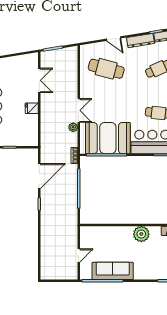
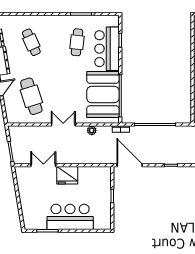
cafe table: (106, 69) -> (31, 96), turned -33
fridge: (32, 108) -> (67, 175), width x1.88, depth x1.34
double door: (79, 110) -> (63, 125), moved
door: (39, 176) -> (130, 165), moved

